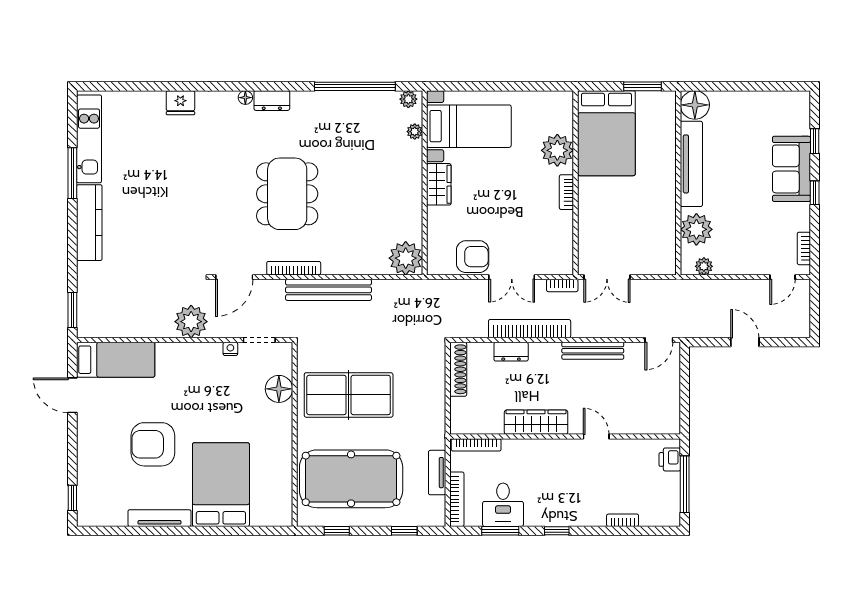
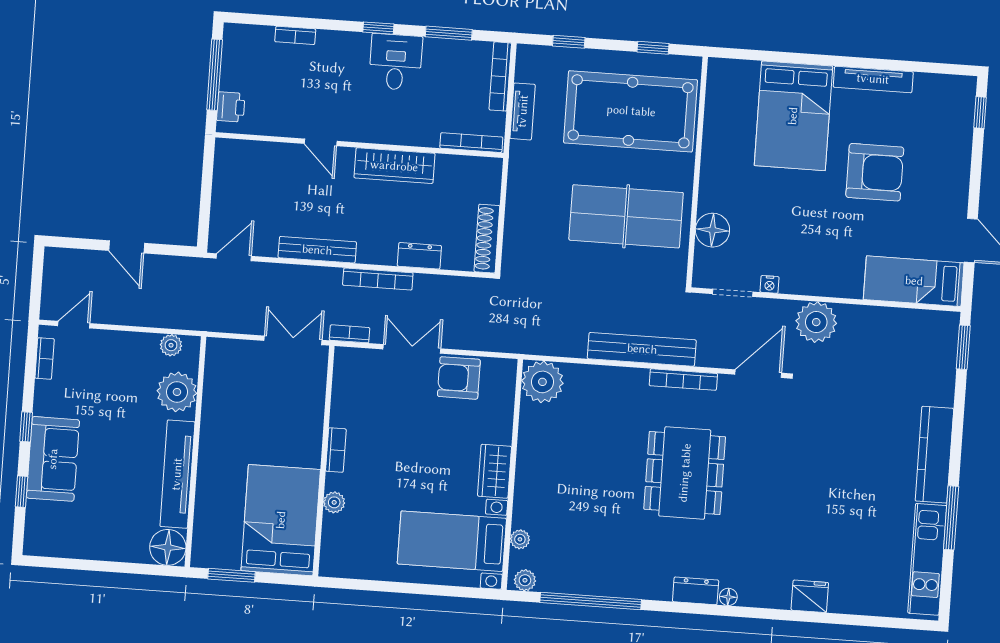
plant: (557, 150) -> (334, 502), width x0.53, depth x0.53
bookcase: (530, 329) -> (378, 279), width x0.68, depth x0.76
desk: (503, 505) -> (396, 62), moved

